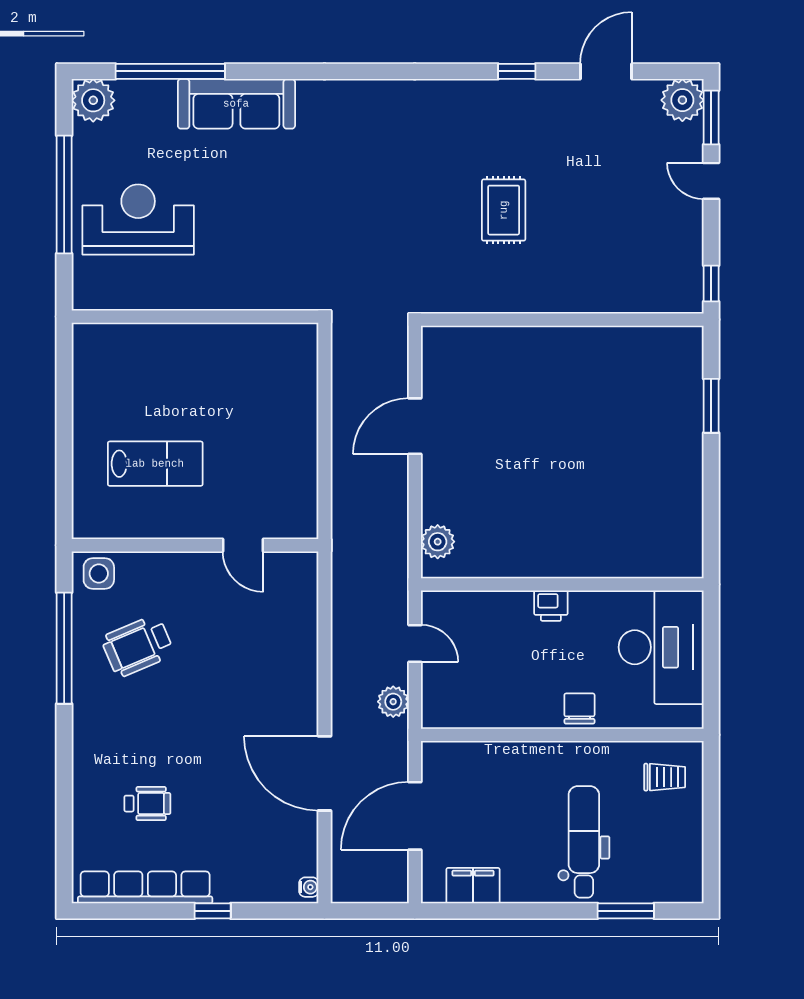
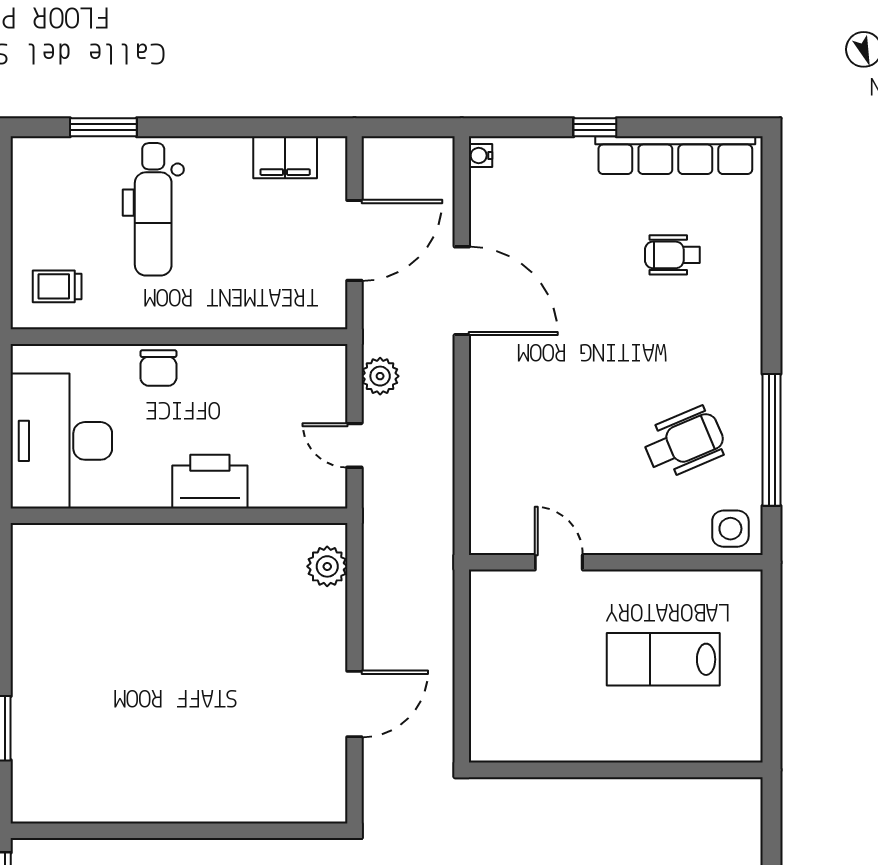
wall: (195, 317) -> (616, 770), moved
printer: (551, 606) -> (210, 482), width x1.87, depth x1.48

